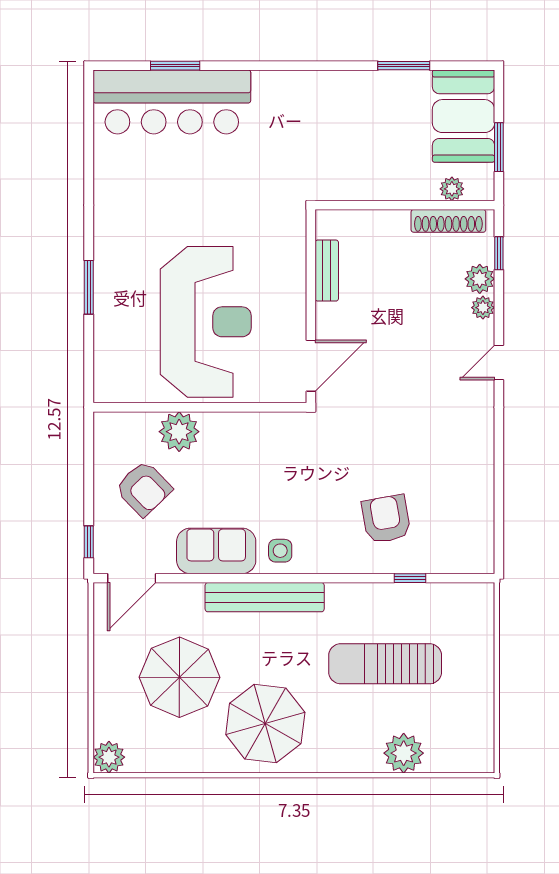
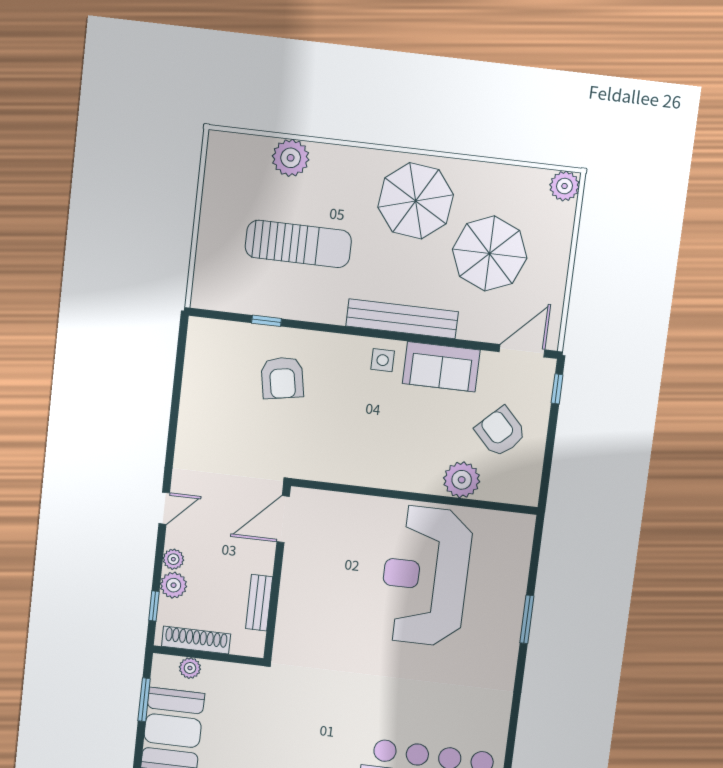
bench: (327, 271) -> (259, 603), moved
wall: (311, 306) -> (277, 573), moved
door: (311, 366) -> (283, 519), moved

